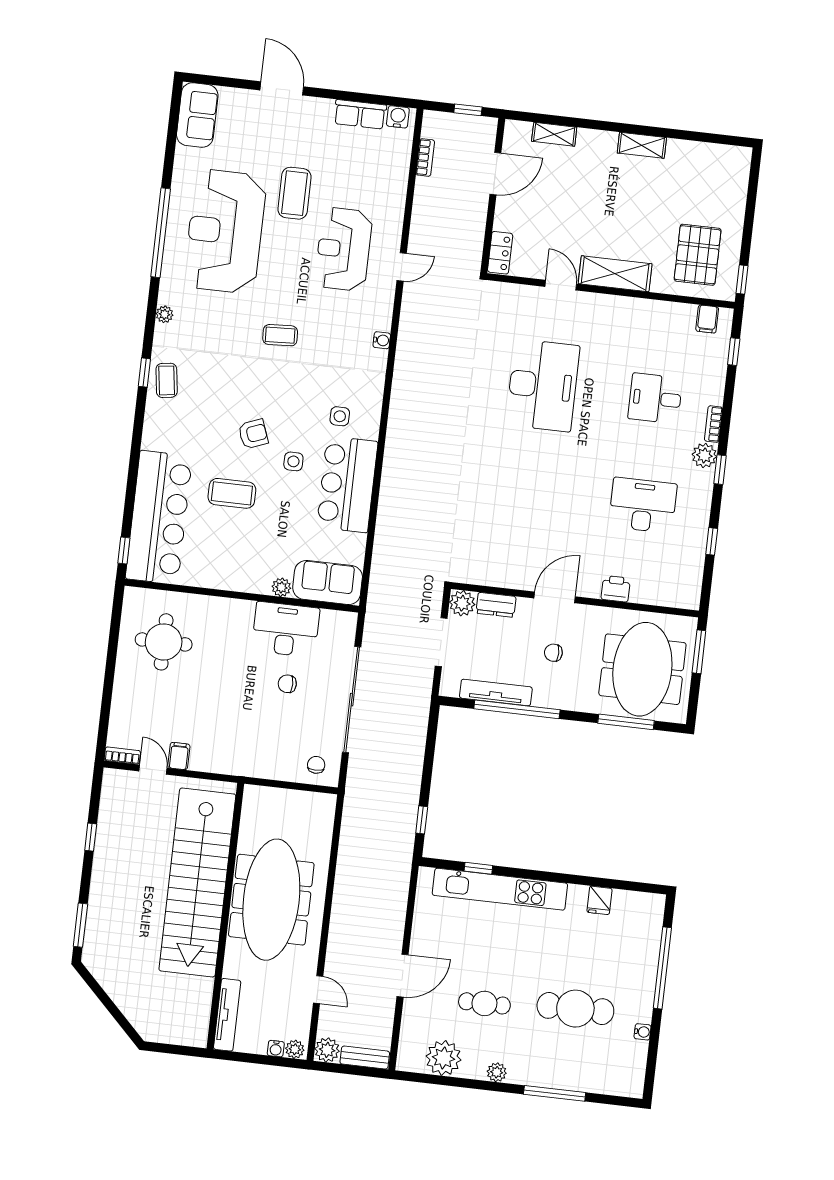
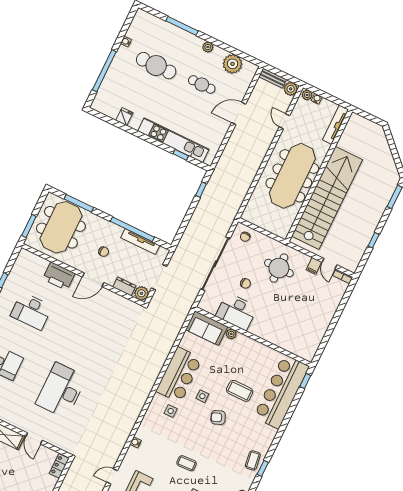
printer: (616, 589) -> (59, 276), width x1.87, depth x1.48
round table: (164, 642) -> (279, 268), moved

